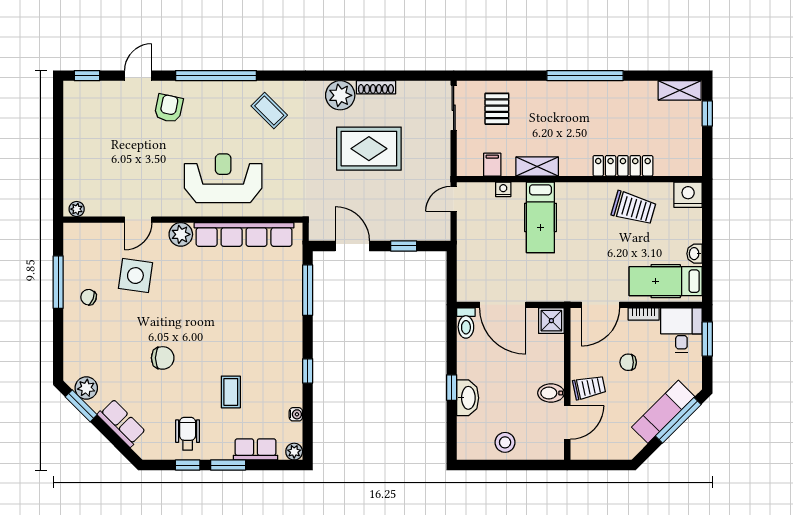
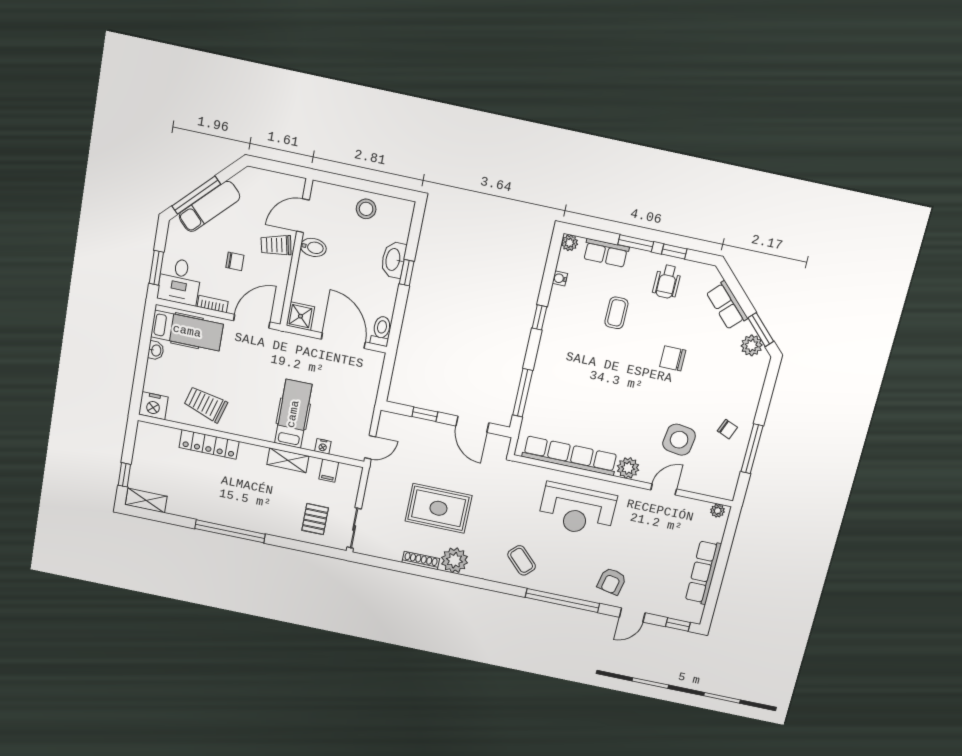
row of seats: (75, 139) -> (703, 572), added

